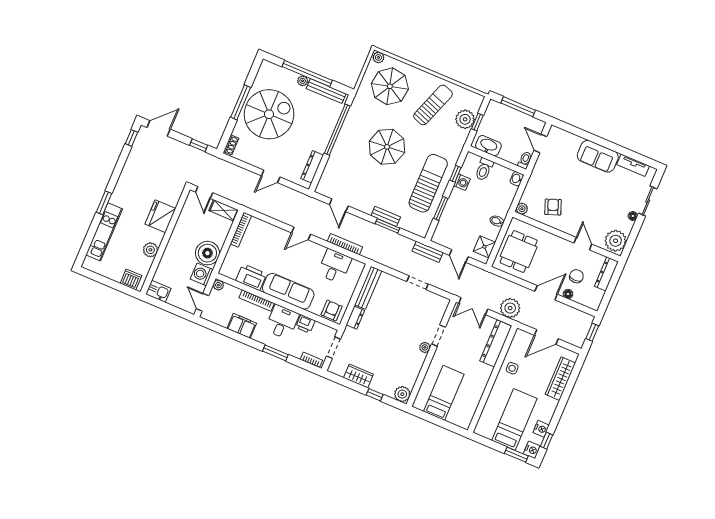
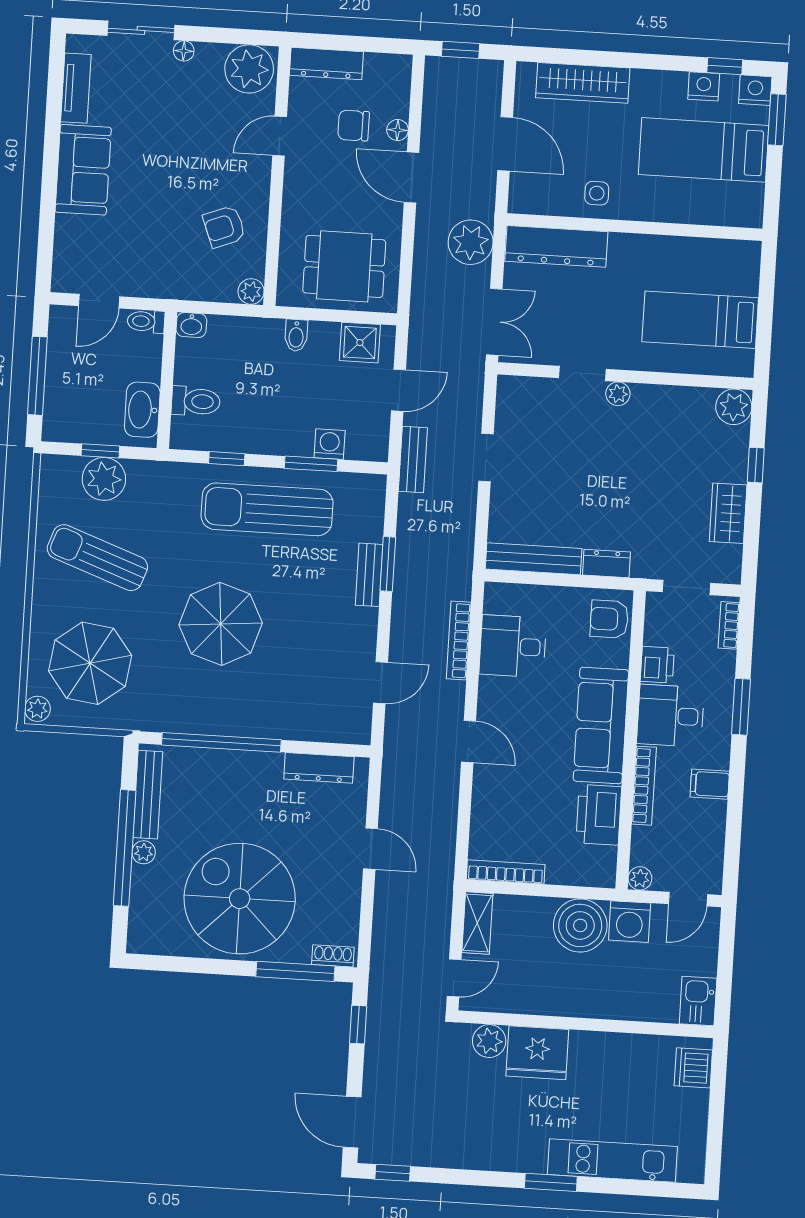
window: (241, 102) -> (295, 971), moved
washing machine: (462, 182) -> (330, 444), moved
plant: (150, 250) -> (489, 1041), moved
filing cabinet: (242, 326) -> (710, 784), width x0.50

